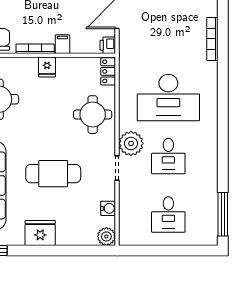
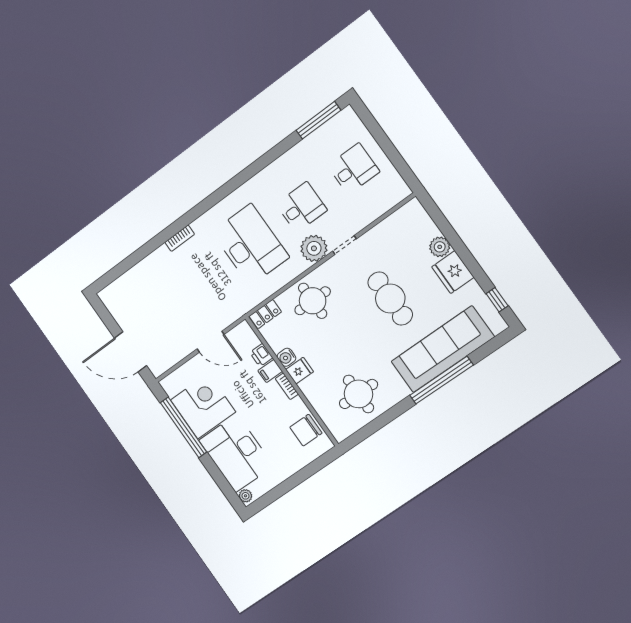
bookcase: (212, 39) -> (180, 238), width x0.64
printer: (108, 45) -> (261, 355), moved, turned 90
bookcase: (35, 49) -> (287, 386), width x0.64
water cooler: (108, 208) -> (286, 357), moved, turned -90
plant: (106, 236) -> (440, 247), moved

